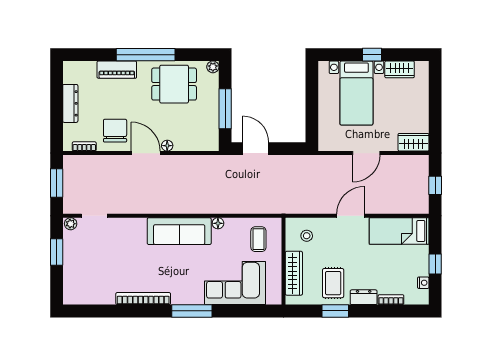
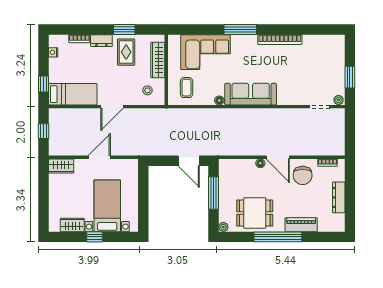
window: (57, 183) -> (350, 133), removed
window: (435, 264) -> (44, 84), moved

